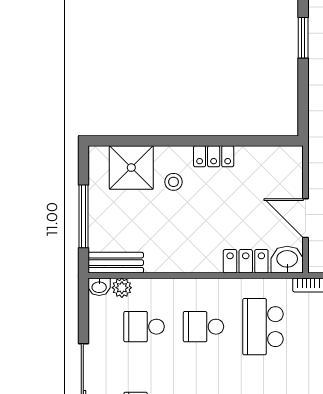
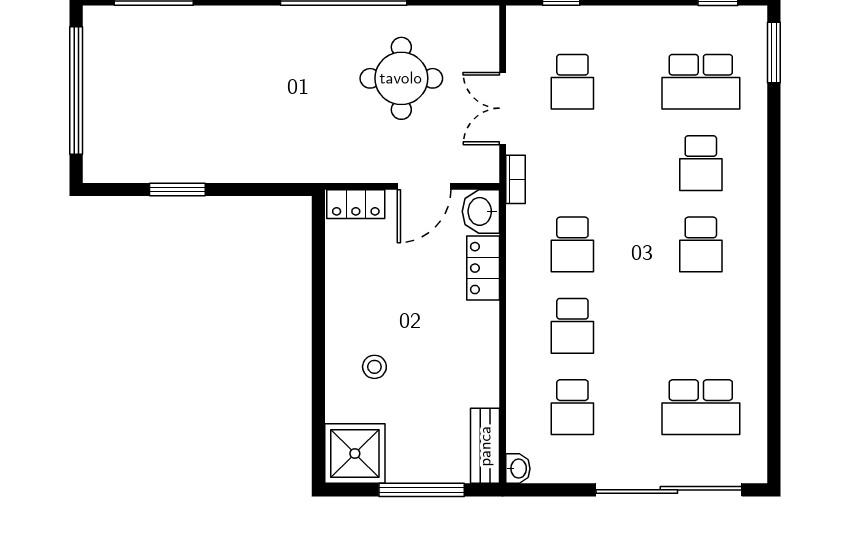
locker: (214, 156) -> (356, 204), moved, turned 90
shower: (131, 168) -> (355, 453), moved
plant: (122, 288) -> (519, 437), removed
school desk: (263, 327) -> (572, 244), width x0.54

